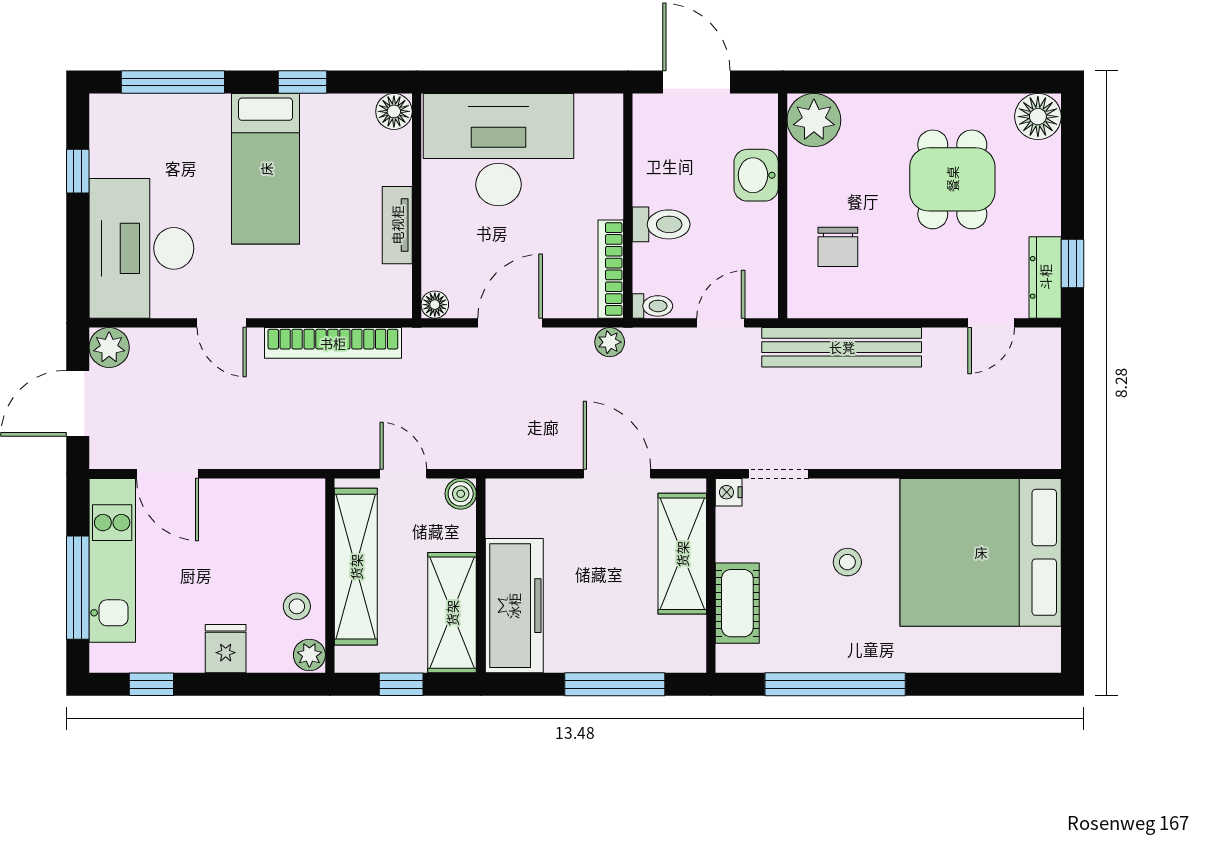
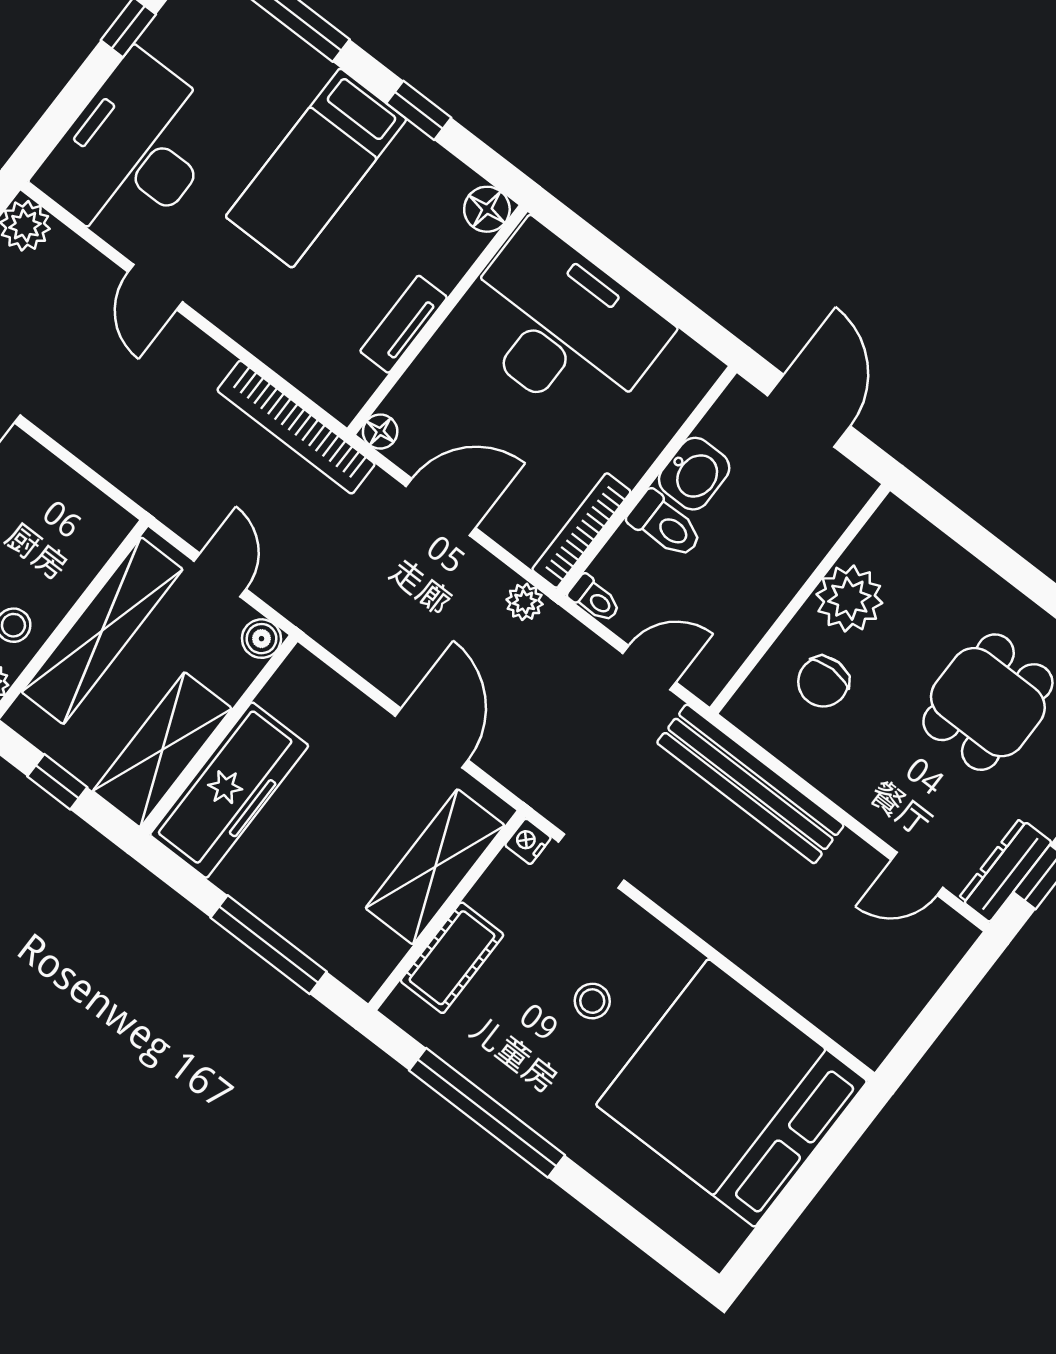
plant: (814, 120) -> (849, 599), moved
washbasin: (756, 175) -> (694, 474), moved, turned 180
bookcase: (333, 343) -> (296, 427), moved

